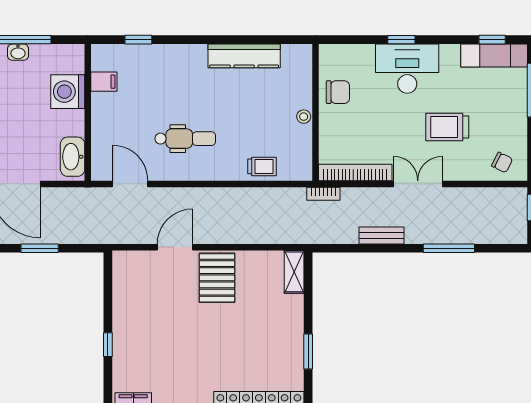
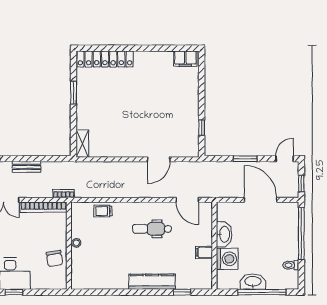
washbasin: (18, 52) -> (253, 282), width x1.91, depth x1.45
kitchen counter: (244, 56) -> (152, 282), moved
filing cabinet: (104, 82) -> (204, 252), moved
chair: (338, 92) -> (54, 259), turned -99
washbasin: (73, 157) -> (224, 234), moved
pallet: (217, 278) -> (132, 140), removed
window: (108, 345) -> (202, 128), moved

